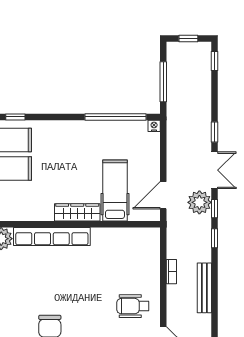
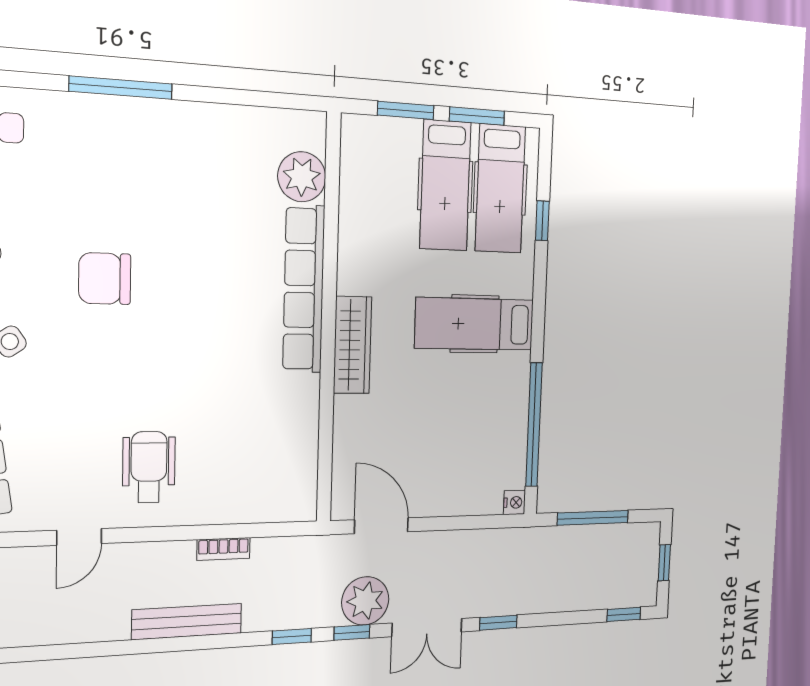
hospital bed: (115, 190) -> (475, 324), moved, turned 180

